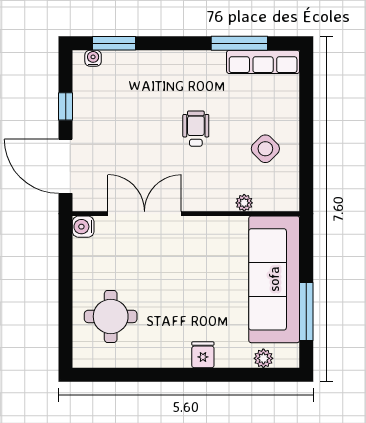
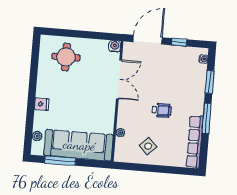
window: (114, 43) -> (210, 82), moved
window: (239, 43) -> (207, 118), moved
row of seats: (263, 62) -> (195, 142), width x1.36

